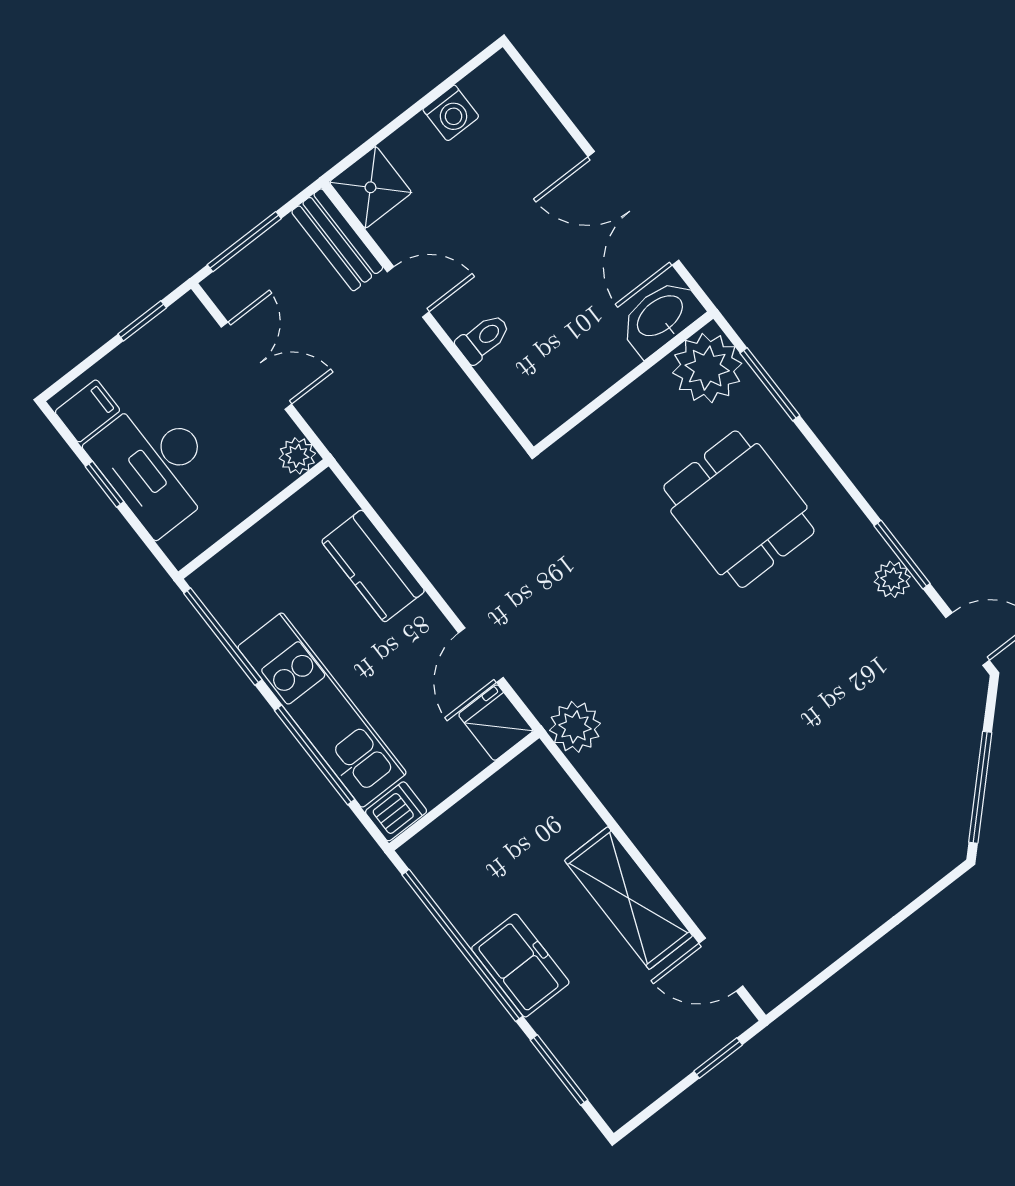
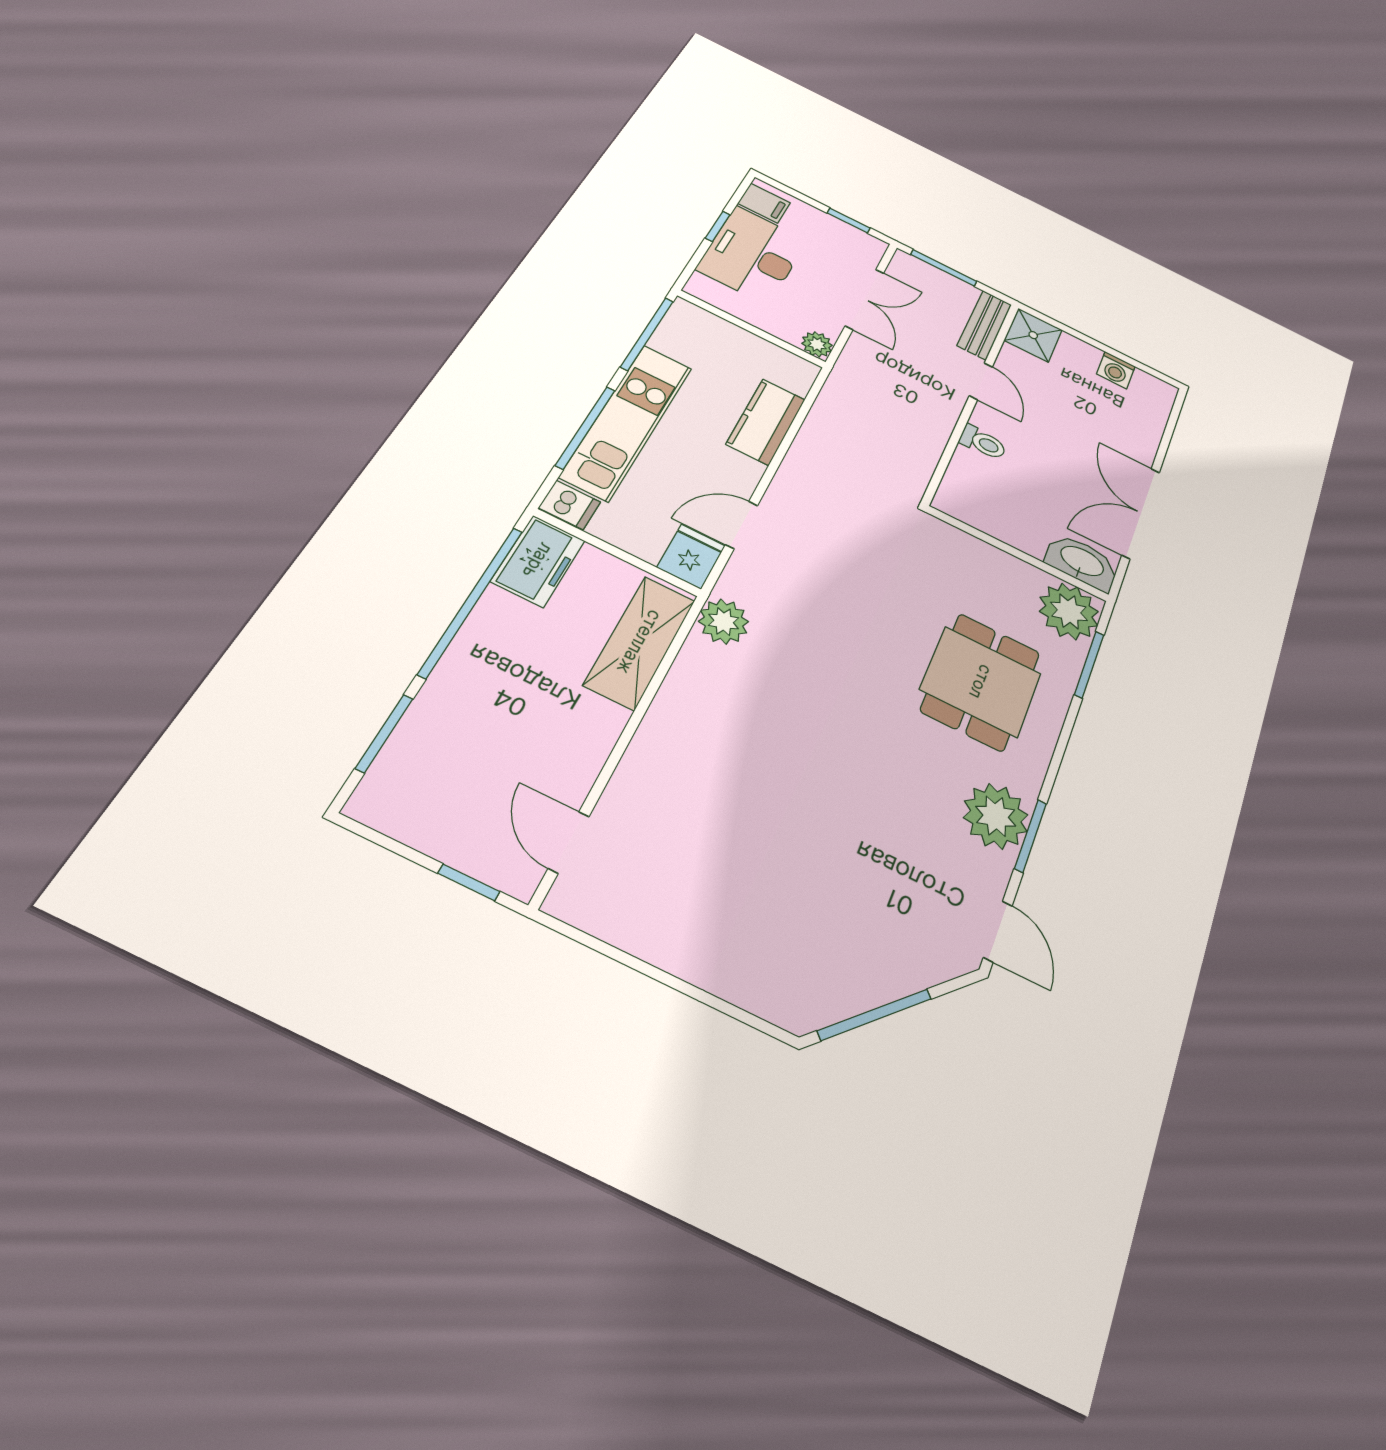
plant: (892, 579) -> (996, 816), width x1.87, depth x1.87
shelving: (629, 898) -> (640, 642), moved
freezer: (520, 966) -> (538, 561), moved

